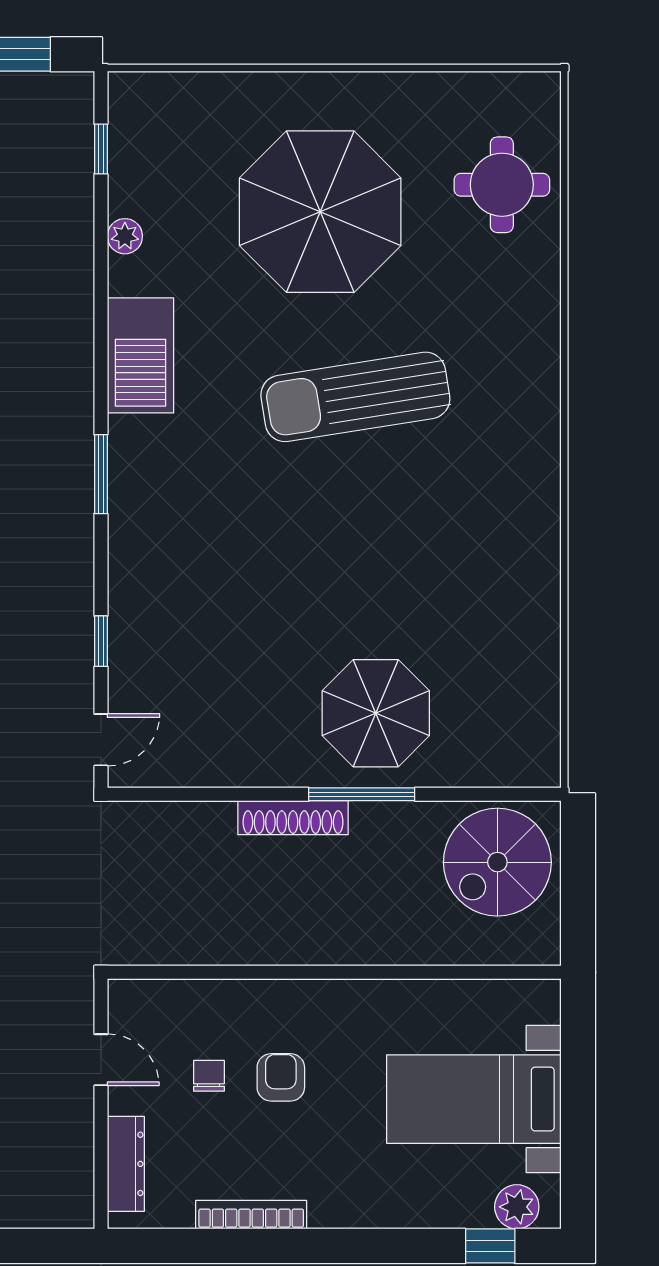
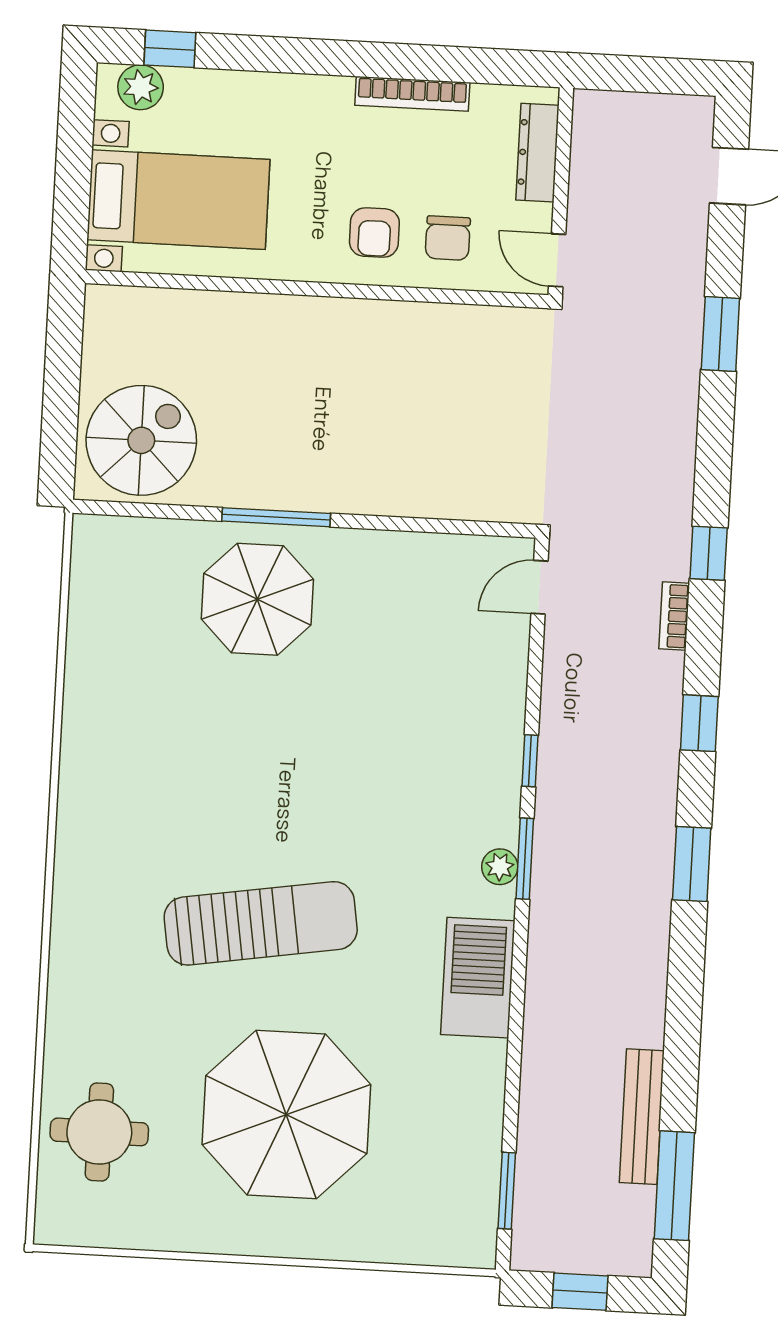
window: (101, 149) -> (507, 1191), width x1.50
plant: (125, 236) -> (500, 867), moved
window: (101, 641) -> (530, 761), moved
shoe rack: (293, 818) -> (348, 497), removed
wall: (334, 972) -> (317, 289), moved
chair: (209, 1076) -> (448, 238), width x1.37, depth x1.37

